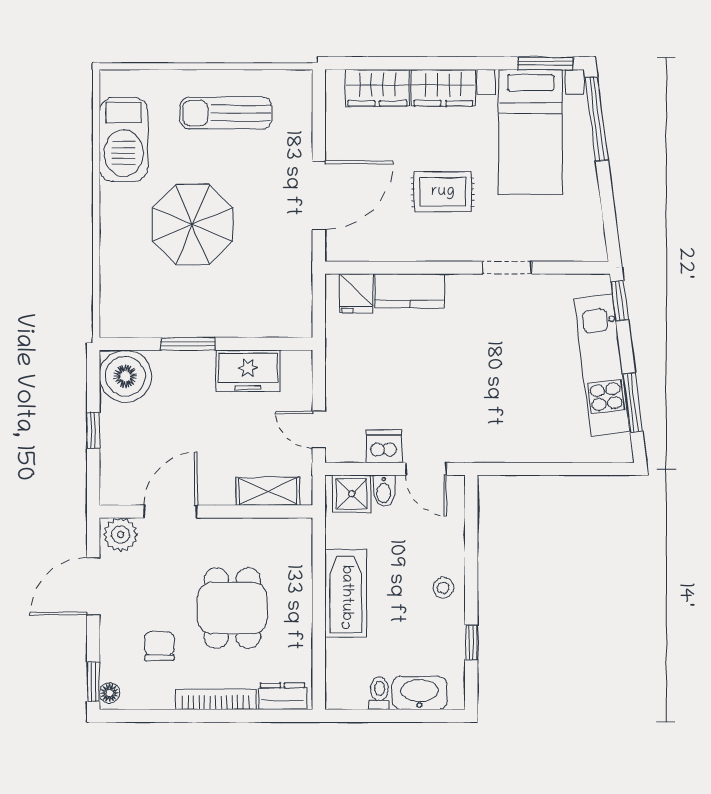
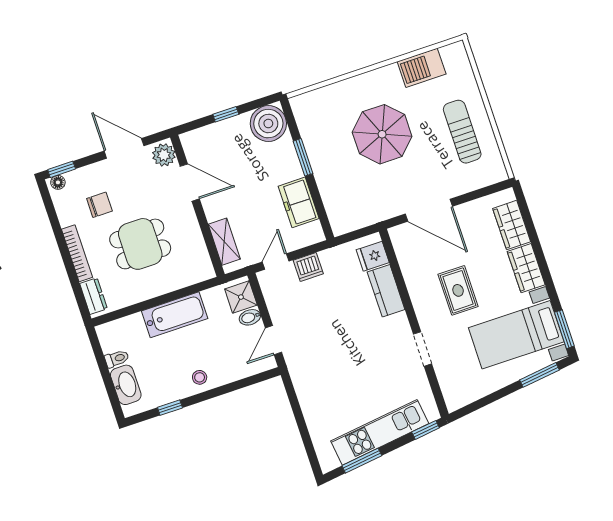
window: (597, 119) -> (539, 375), width x0.69
barbecue: (124, 140) -> (422, 68), width x0.73, depth x0.83
dishwasher: (384, 446) -> (308, 267), moved, turned 90

